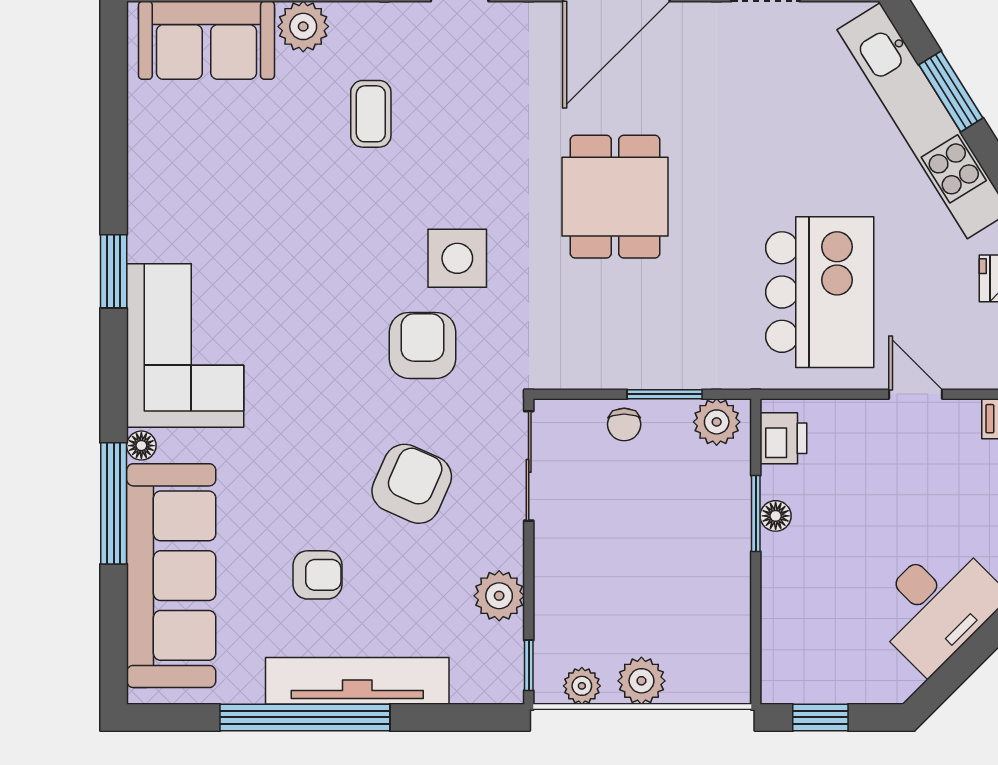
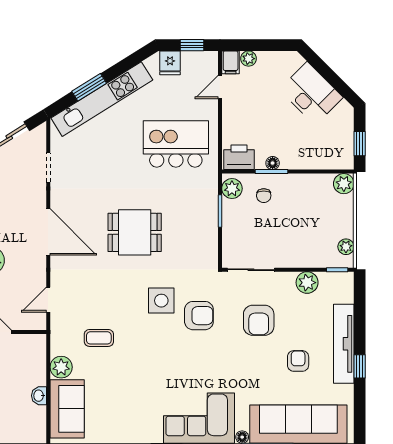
armchair: (422, 345) -> (199, 316), turned 180
door: (916, 394) -> (220, 87), moved
chair: (624, 424) -> (264, 196), moved, turned 90
printer: (783, 438) -> (239, 157), width x1.36, depth x1.24
armchair: (412, 484) -> (259, 320), turned -114
plant: (641, 681) -> (344, 184), moved
window: (305, 717) -> (360, 366), width x0.32

